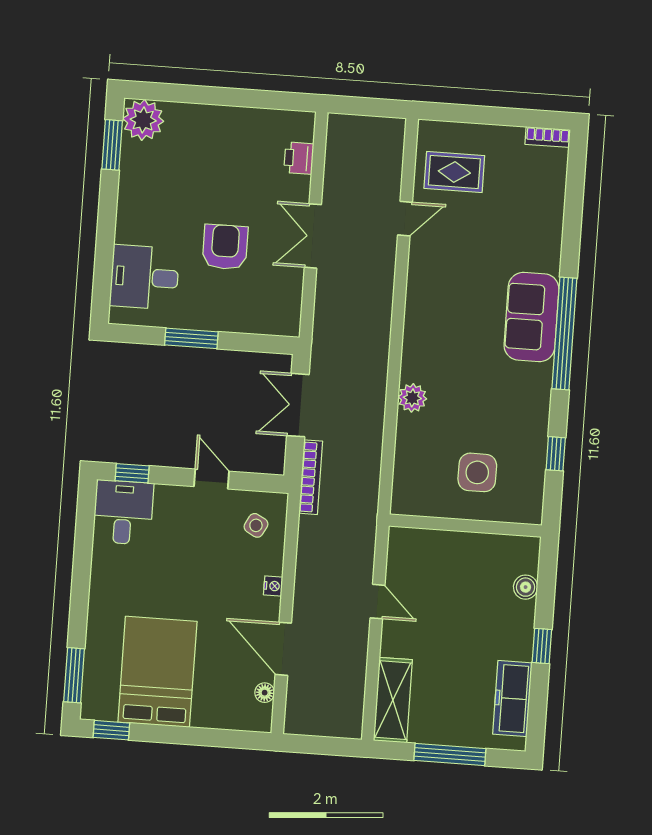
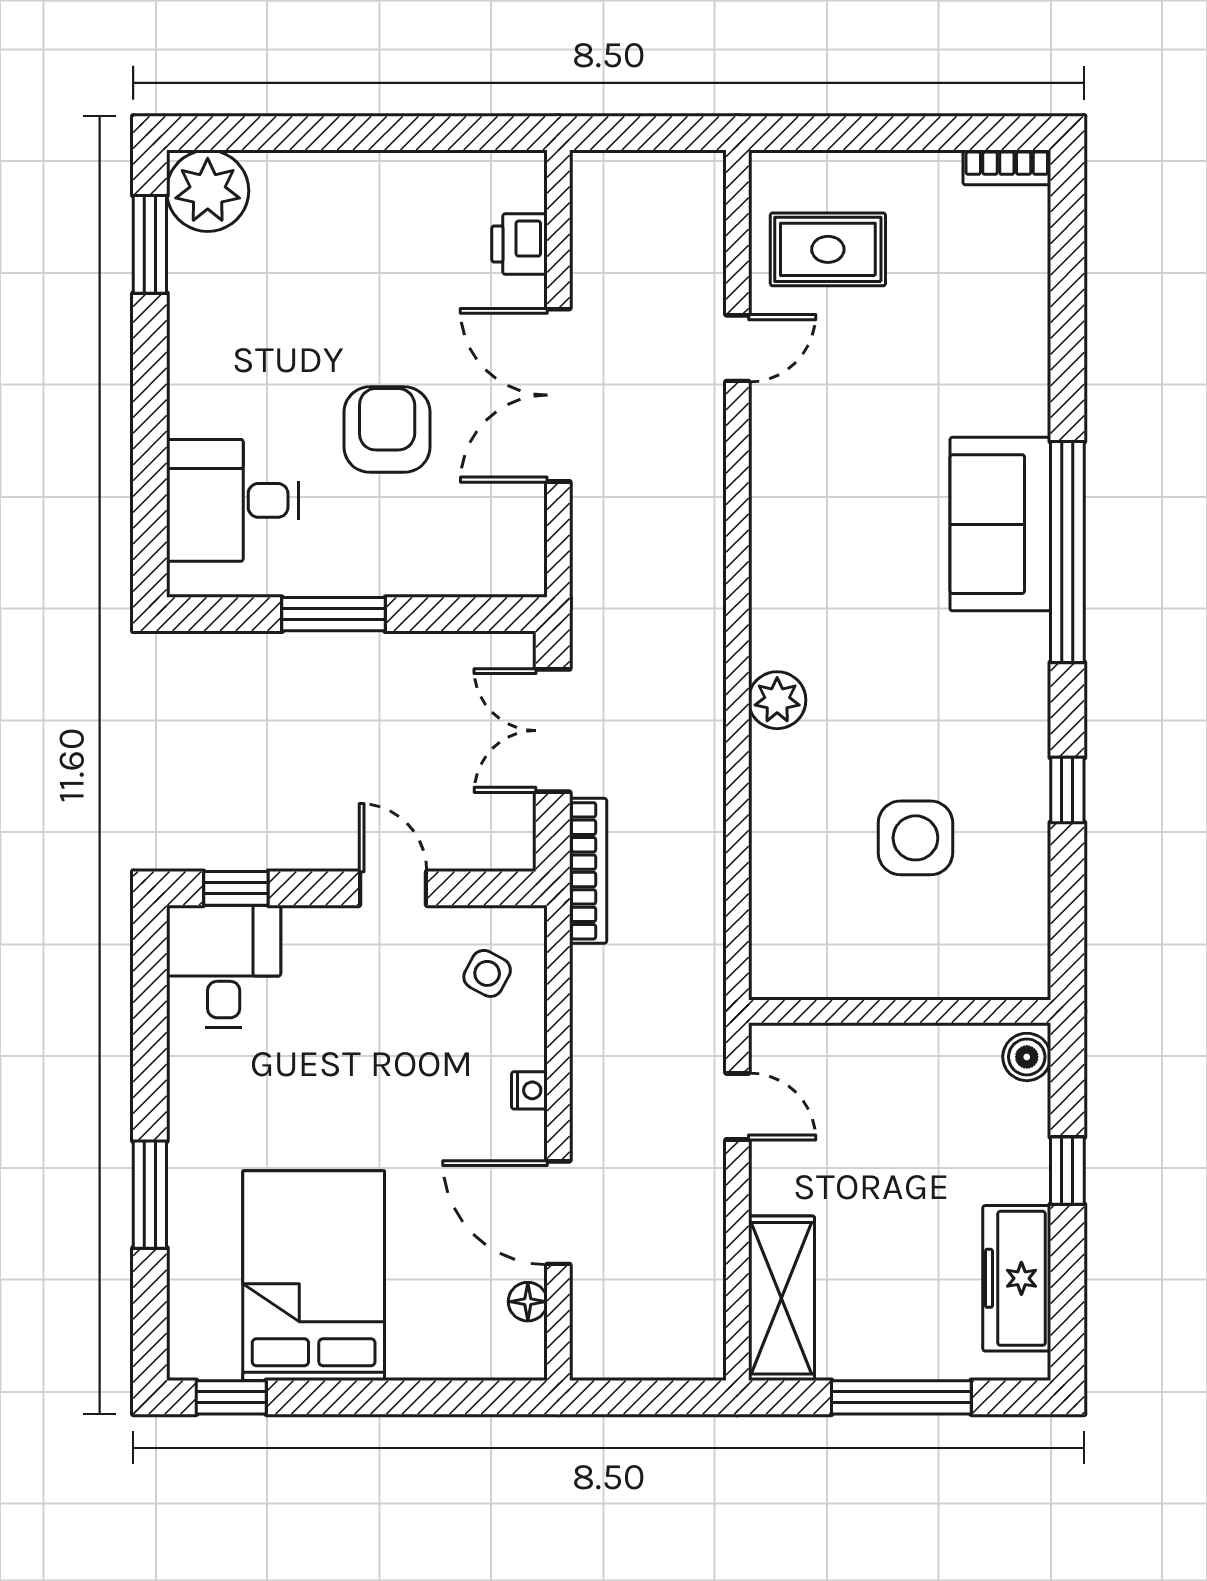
double door: (313, 236) -> (558, 395), width x1.37
wall: (465, 526) -> (900, 1011), moved
window: (74, 675) -> (150, 1195), moved

